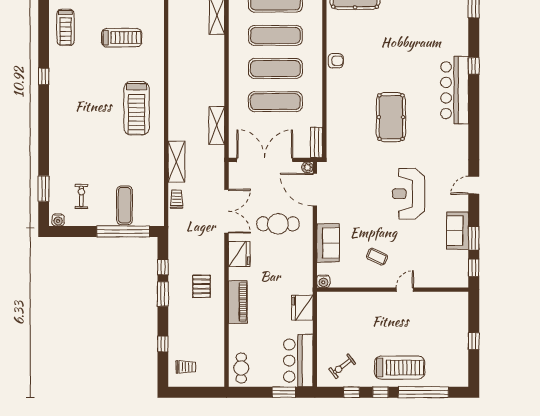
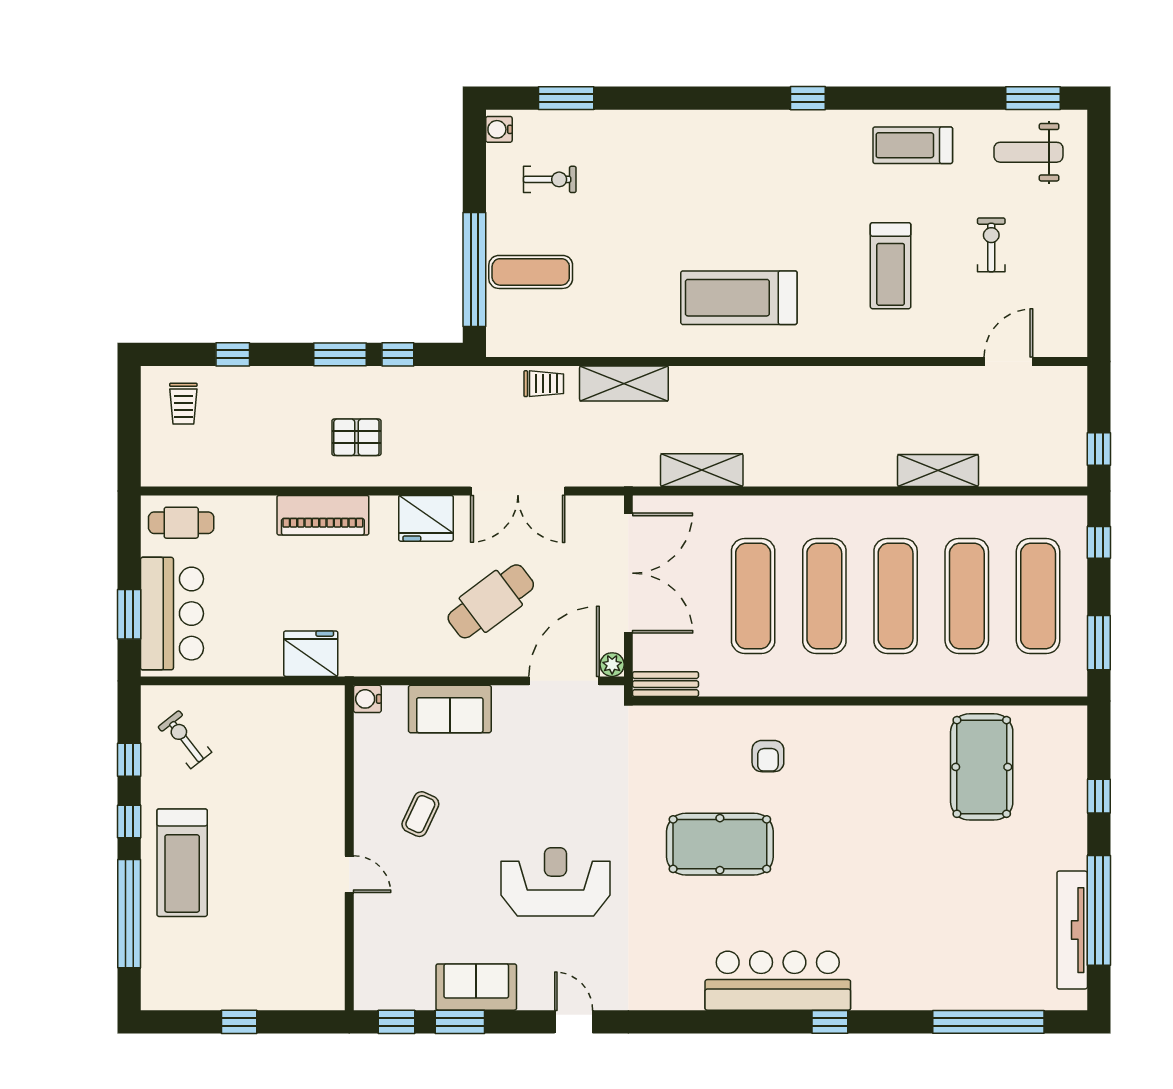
armchair: (336, 61) -> (768, 756), moved
cafe table: (278, 224) -> (491, 601), turned 53
bar counter: (298, 361) -> (172, 614), moved, turned 90

